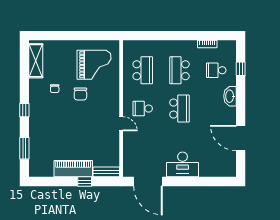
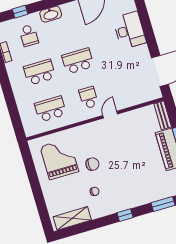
school desk: (179, 70) -> (40, 72), turned 180
school desk: (143, 109) -> (89, 98), turned 180
desk: (183, 164) -> (129, 30), moved

